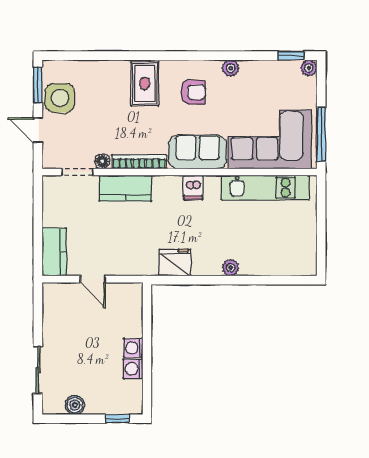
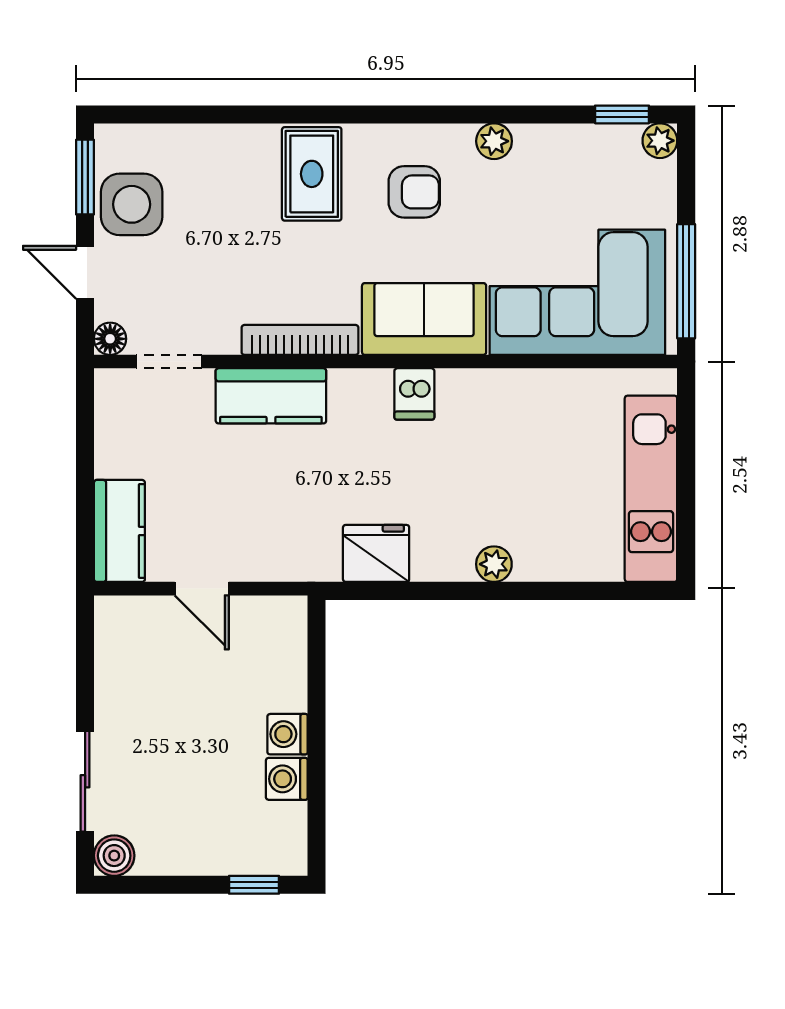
floor lamp: (102, 161) -> (110, 339), moved
kitchen unit: (265, 188) -> (651, 489), moved, turned 90
boiler: (75, 405) -> (114, 856), moved

